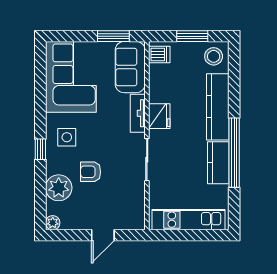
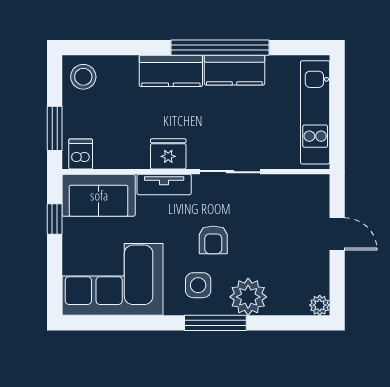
window: (113, 36) -> (55, 219), width x0.67
window: (192, 36) -> (55, 128), moved
kitchen counter: (218, 107) -> (171, 71), width x0.67
window: (40, 149) -> (215, 323), width x2.17
armchair: (91, 172) -> (213, 240), moved
plant: (59, 188) -> (248, 297), moved

